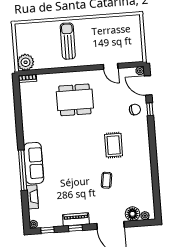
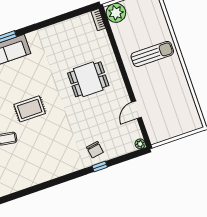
door: (148, 85) -> (126, 157), removed
dining table: (75, 100) -> (88, 79), width x0.73
rug: (114, 145) -> (30, 109), moved

